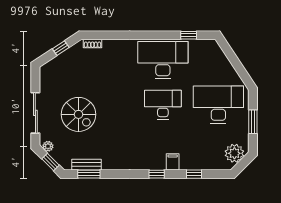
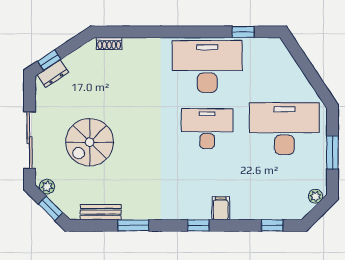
window: (61, 48) -> (49, 60), moved
dresser: (52, 65) -> (53, 74), added
spiral stairs: (79, 114) -> (90, 142), turned 90
plant: (234, 153) -> (316, 196), width x0.53, depth x0.53
window: (89, 174) -> (133, 225), moved
window: (194, 174) -> (272, 225), moved

